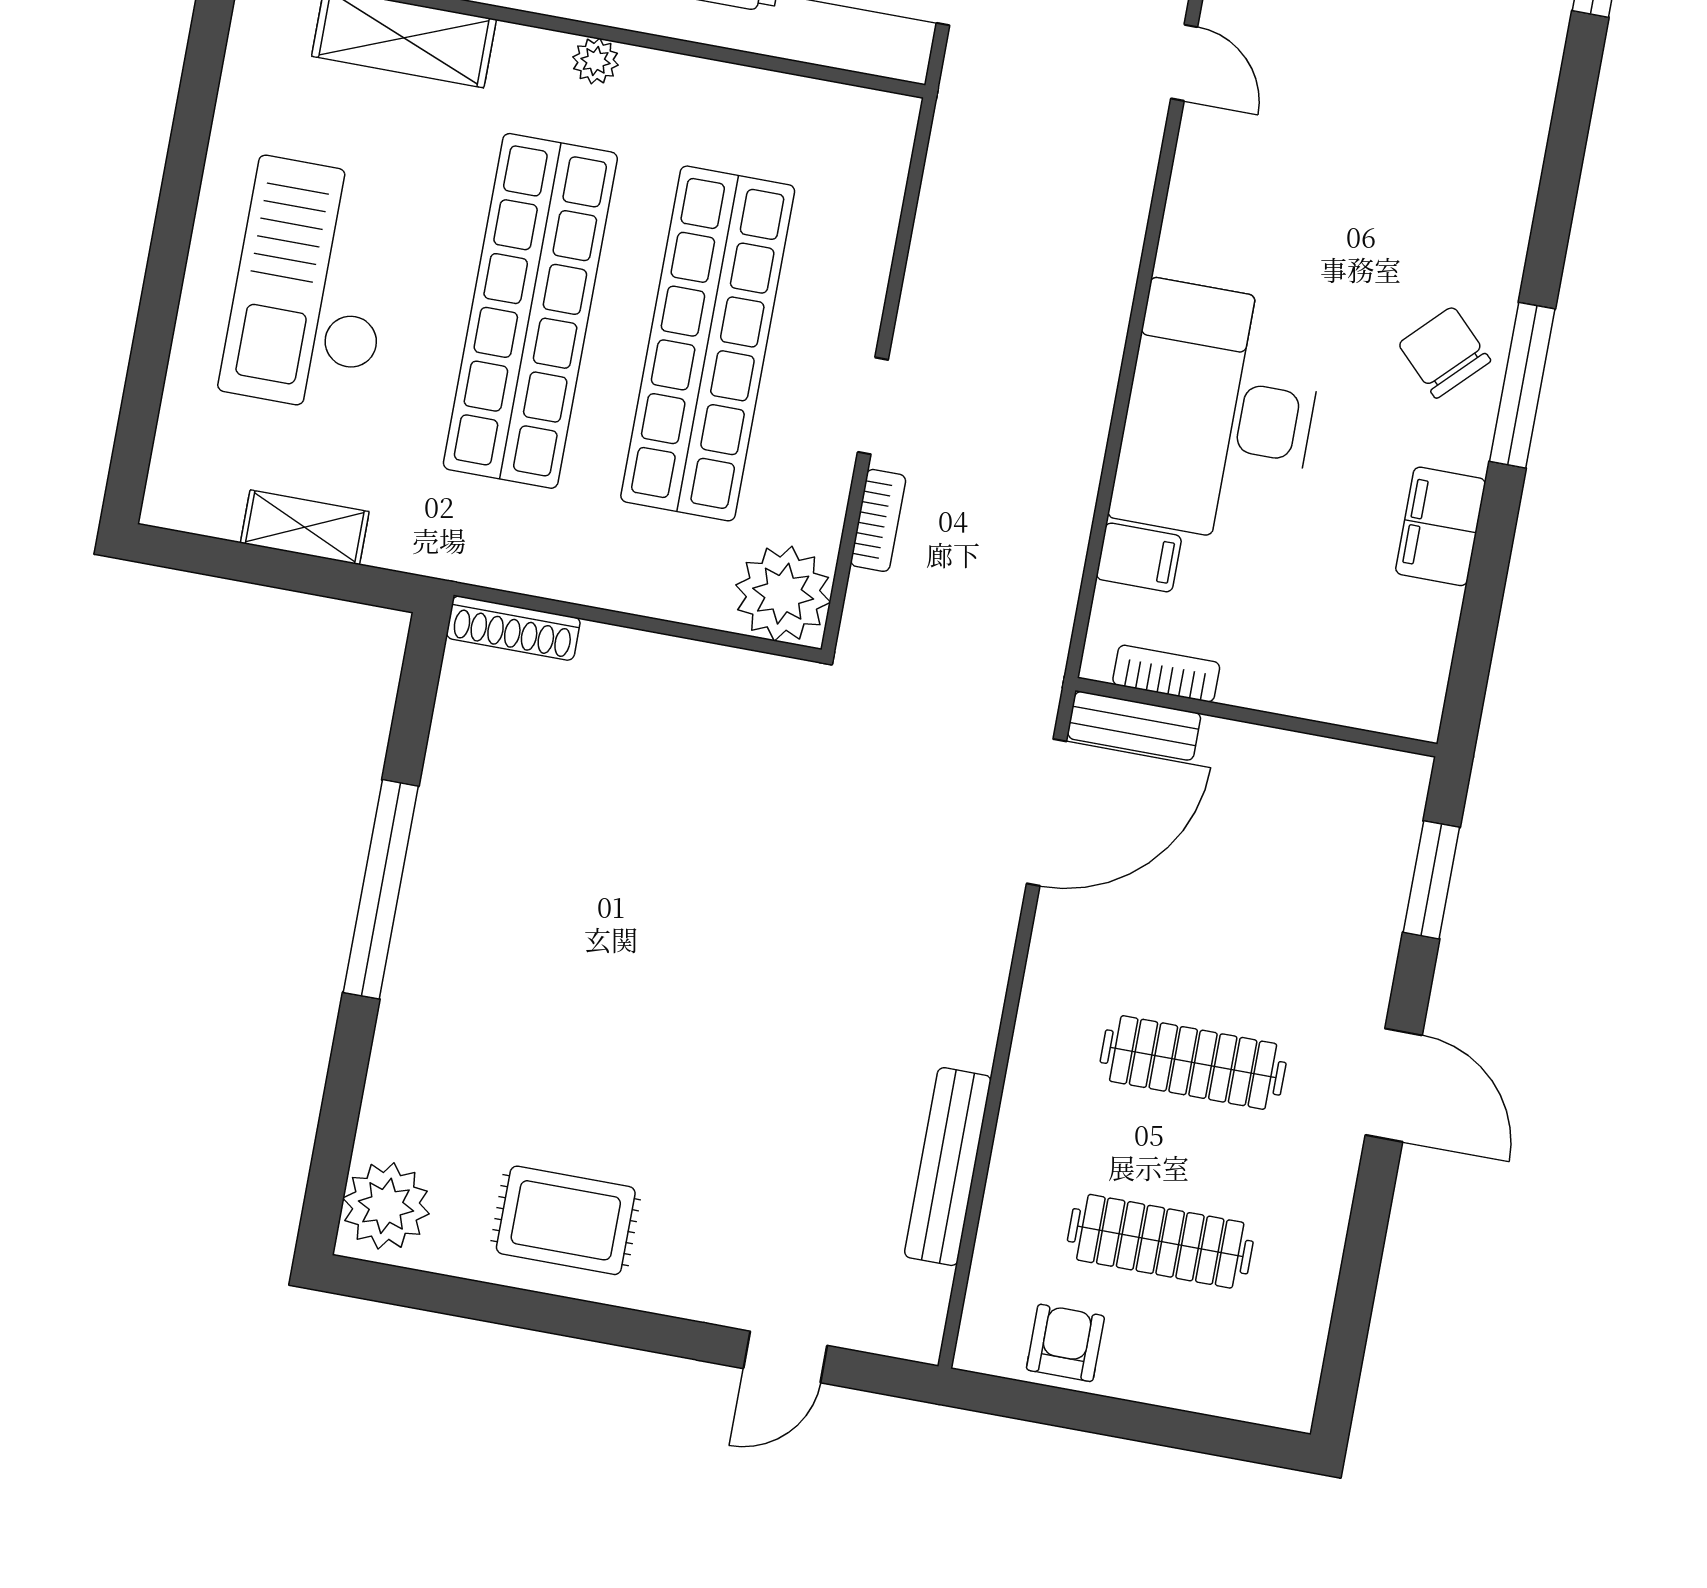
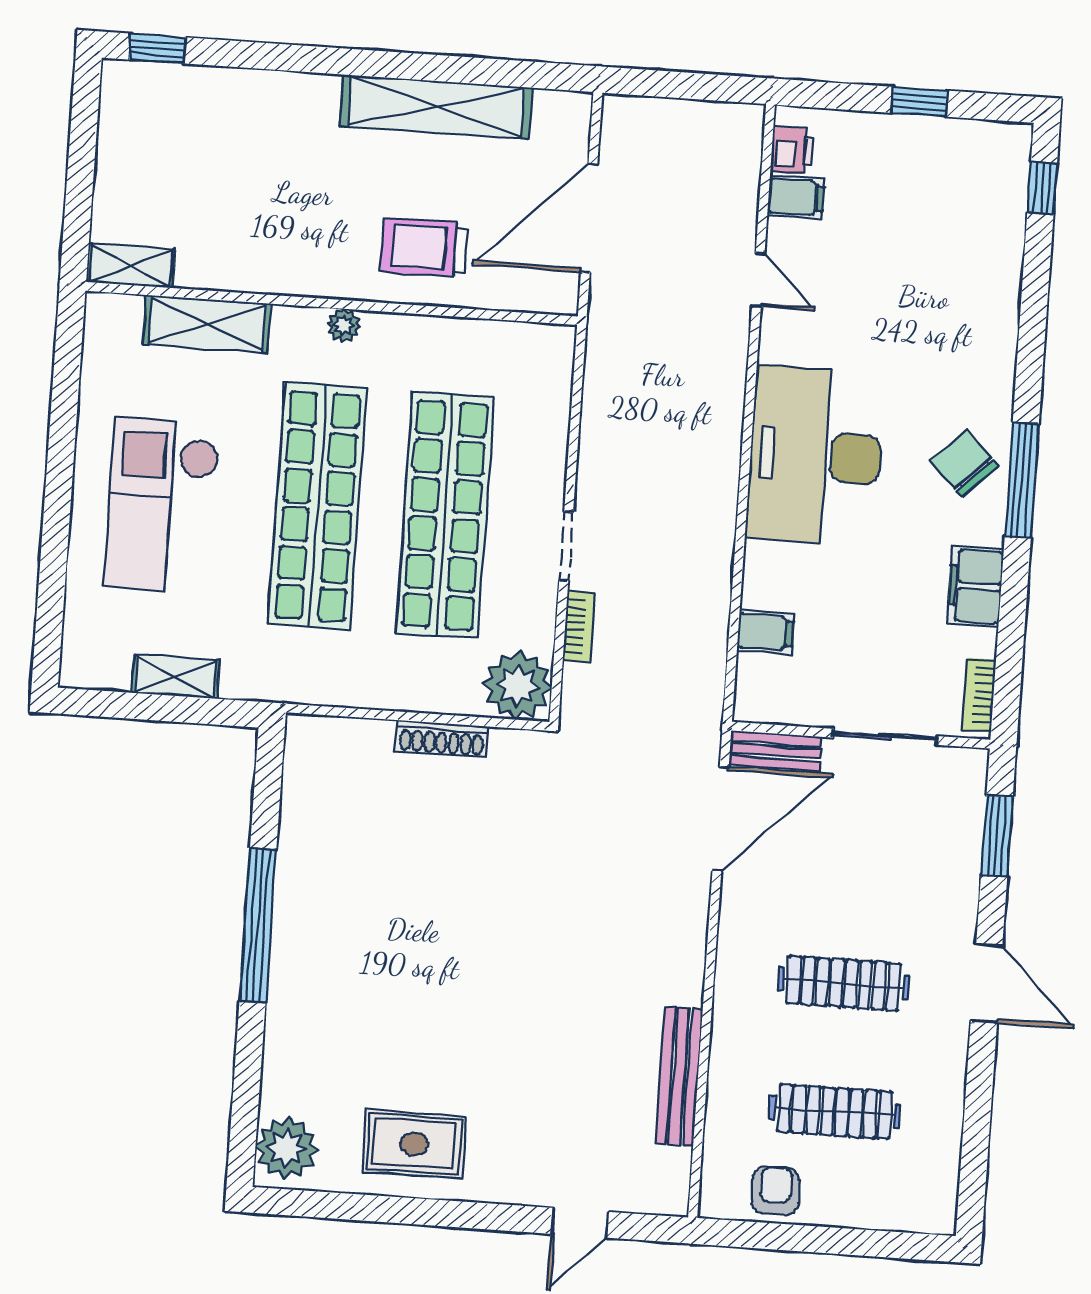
desk: (1219, 413) -> (815, 456), moved
shoe rack: (513, 628) -> (442, 739), moved
bookcase: (1166, 674) -> (979, 695), moved, turned -90
sliding door: (1291, 723) -> (885, 737), added

